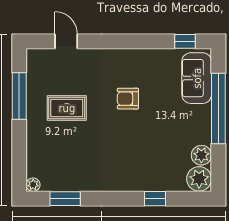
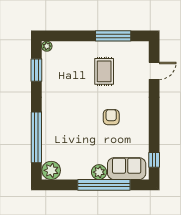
plant: (201, 155) -> (99, 172), moved
window: (155, 199) -> (36, 137), width x3.17

